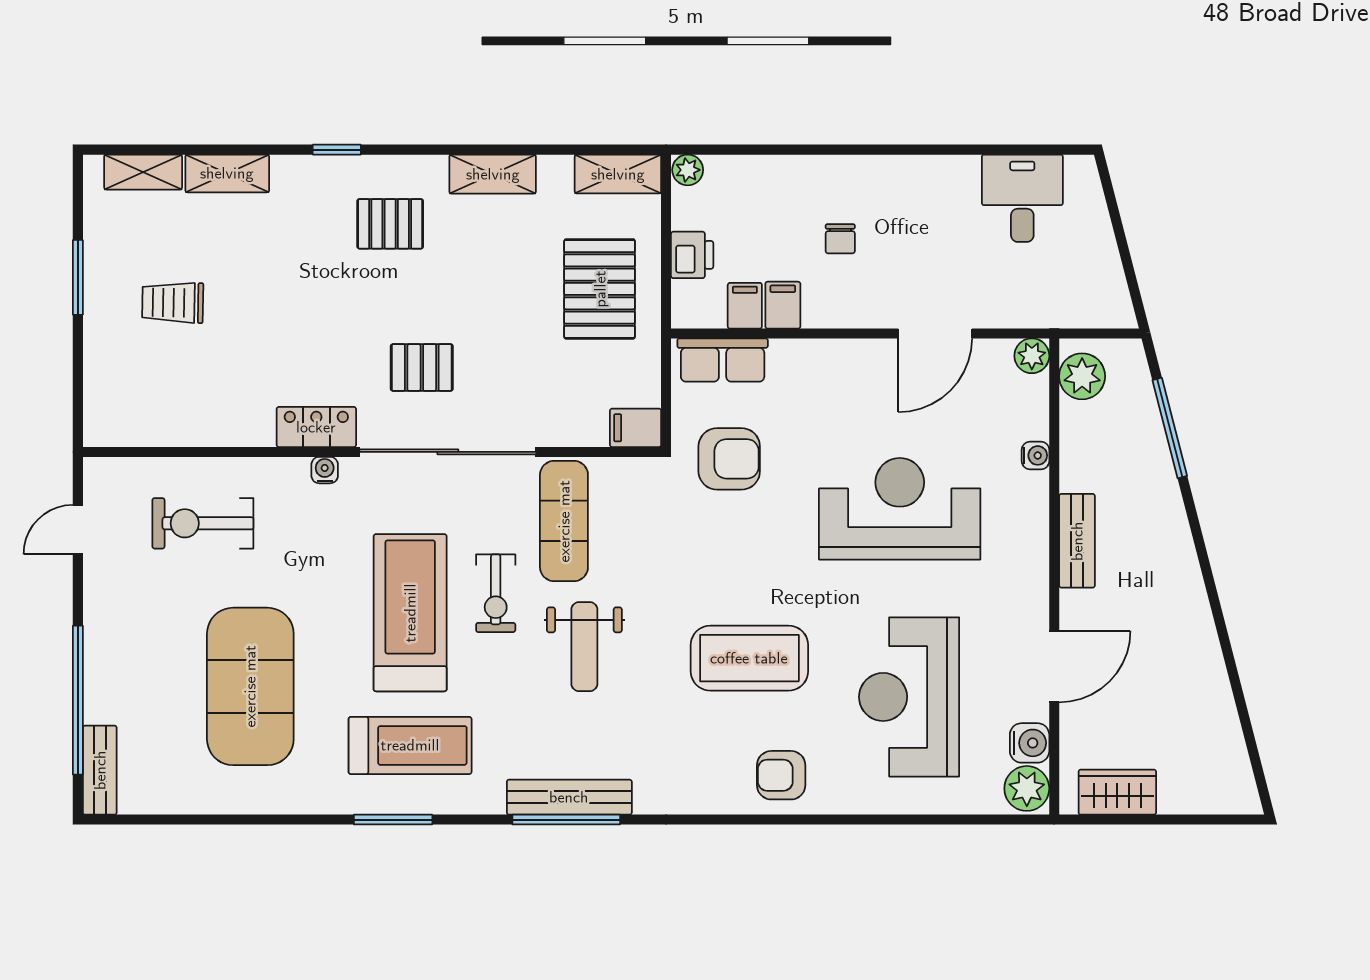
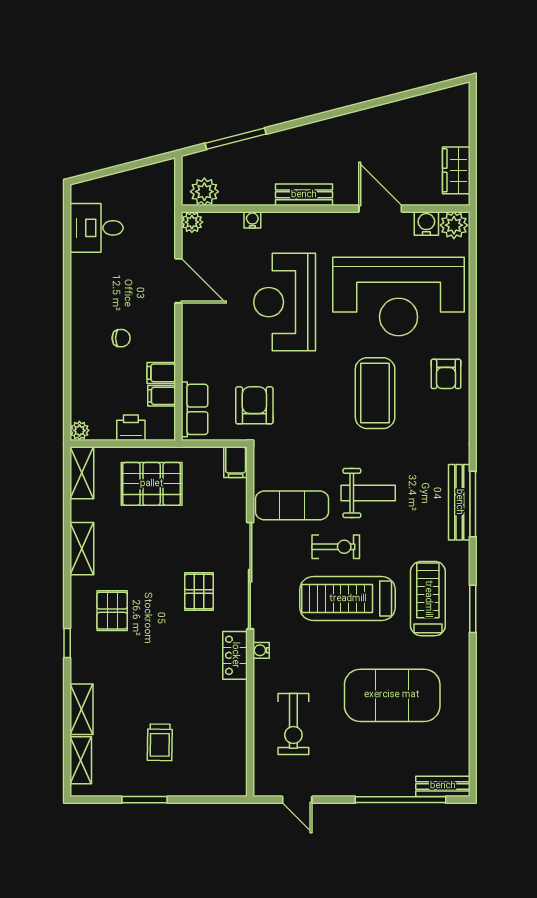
reception desk: (909, 697) -> (399, 296), width x1.36, depth x1.30

